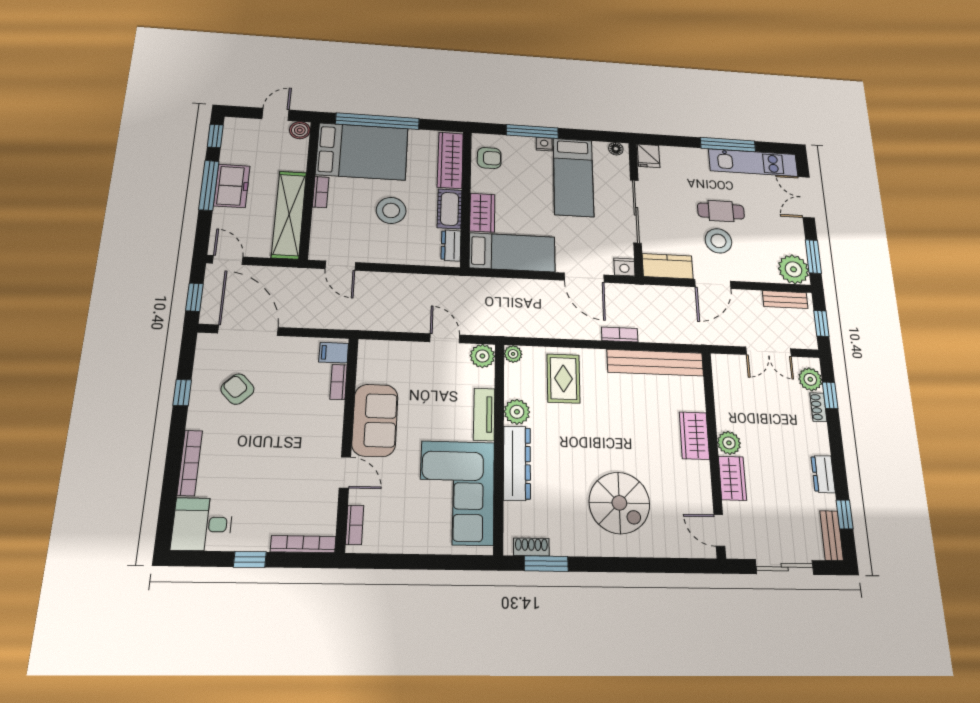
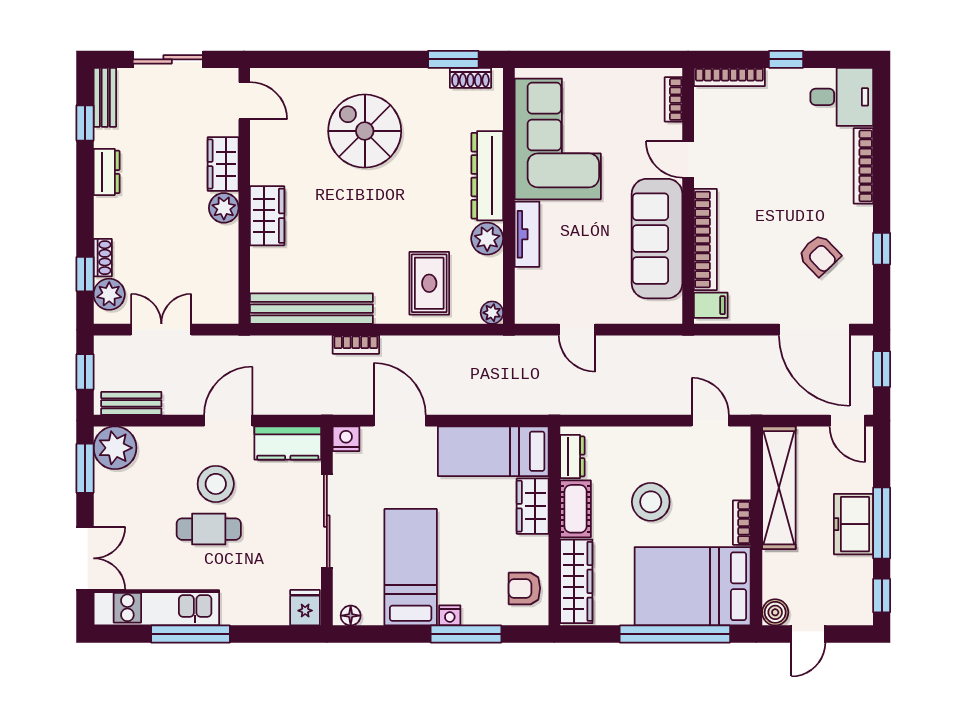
plant: (482, 356) -> (530, 308), removed
bookcase: (339, 382) -> (705, 240), width x2.31, depth x1.31
sofa: (375, 420) -> (657, 239), width x1.36

